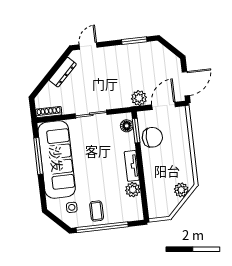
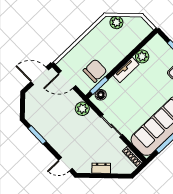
dresser: (63, 72) -> (101, 168), width x0.70
plant: (139, 98) -> (82, 109), moved
chair: (152, 137) -> (95, 71), turned 90

